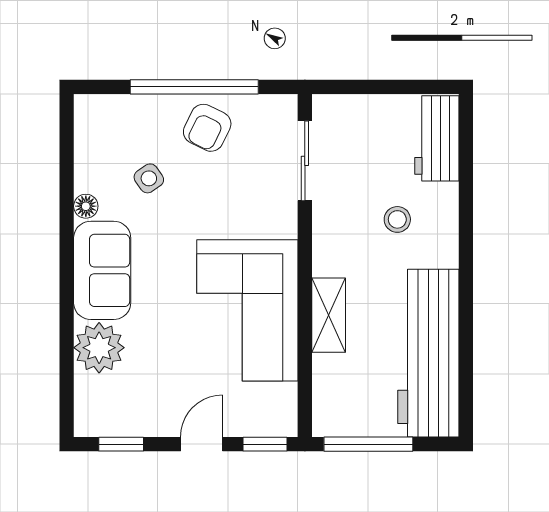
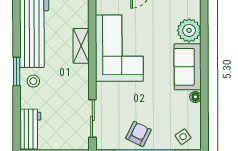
side table: (149, 178) -> (183, 137), moved
stool: (397, 219) -> (33, 81), moved
window: (466, 261) -> (17, 71), added

